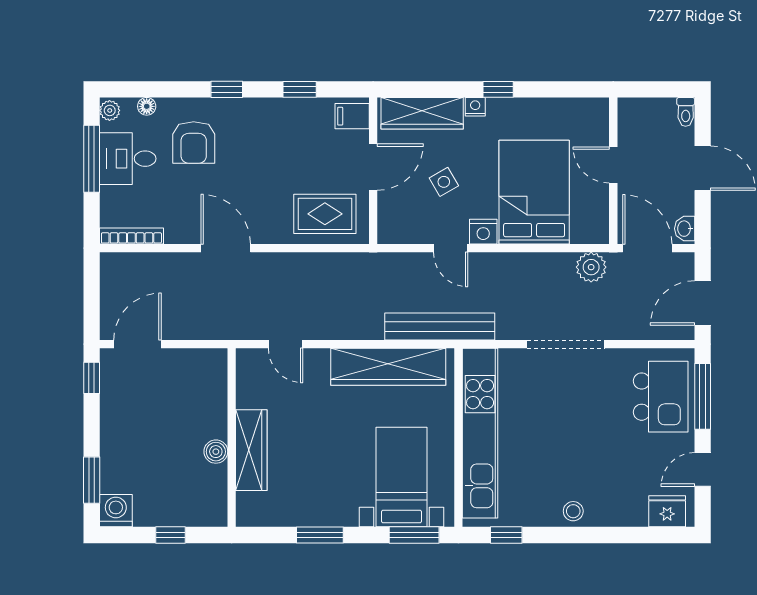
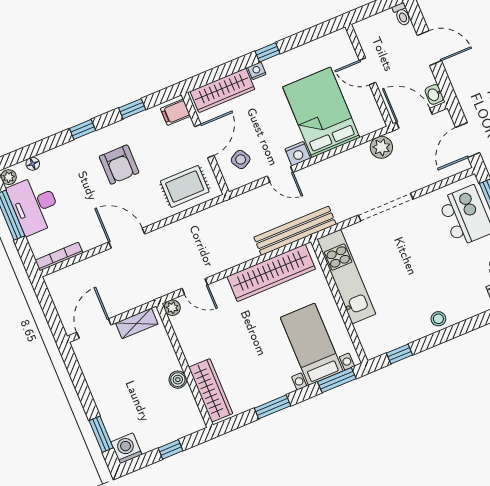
armchair: (194, 142) -> (119, 165), moved
desk: (128, 159) -> (35, 205), width x1.37
side table: (444, 182) -> (241, 159), moved
plant: (246, 359) -> (172, 308), added
shelving: (194, 360) -> (137, 323), added
window: (92, 378) -> (72, 365), removed
kitchen unit: (480, 433) -> (346, 277), width x0.73
wardrobe: (251, 450) -> (211, 390), moved

